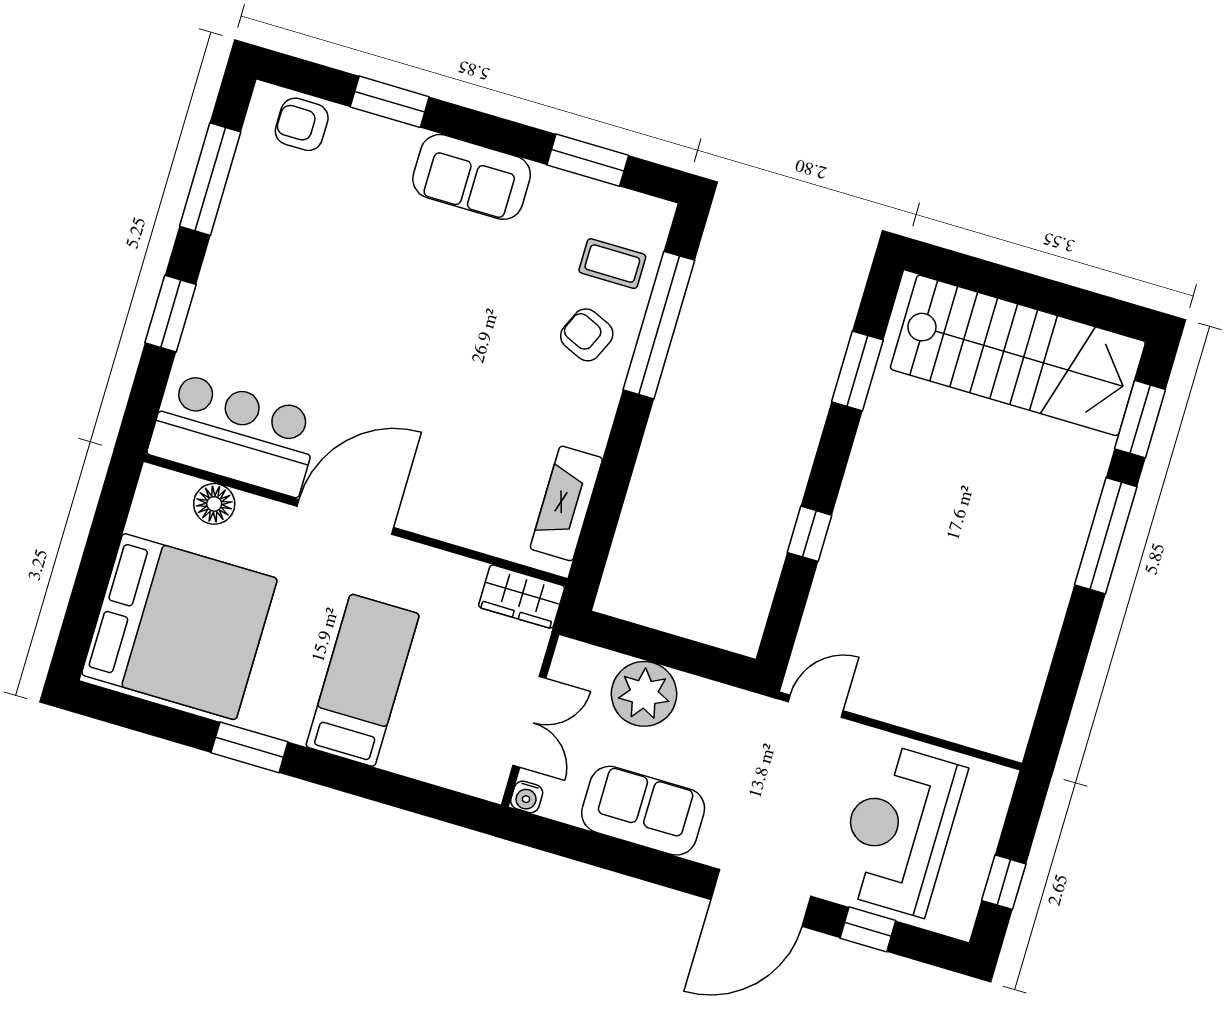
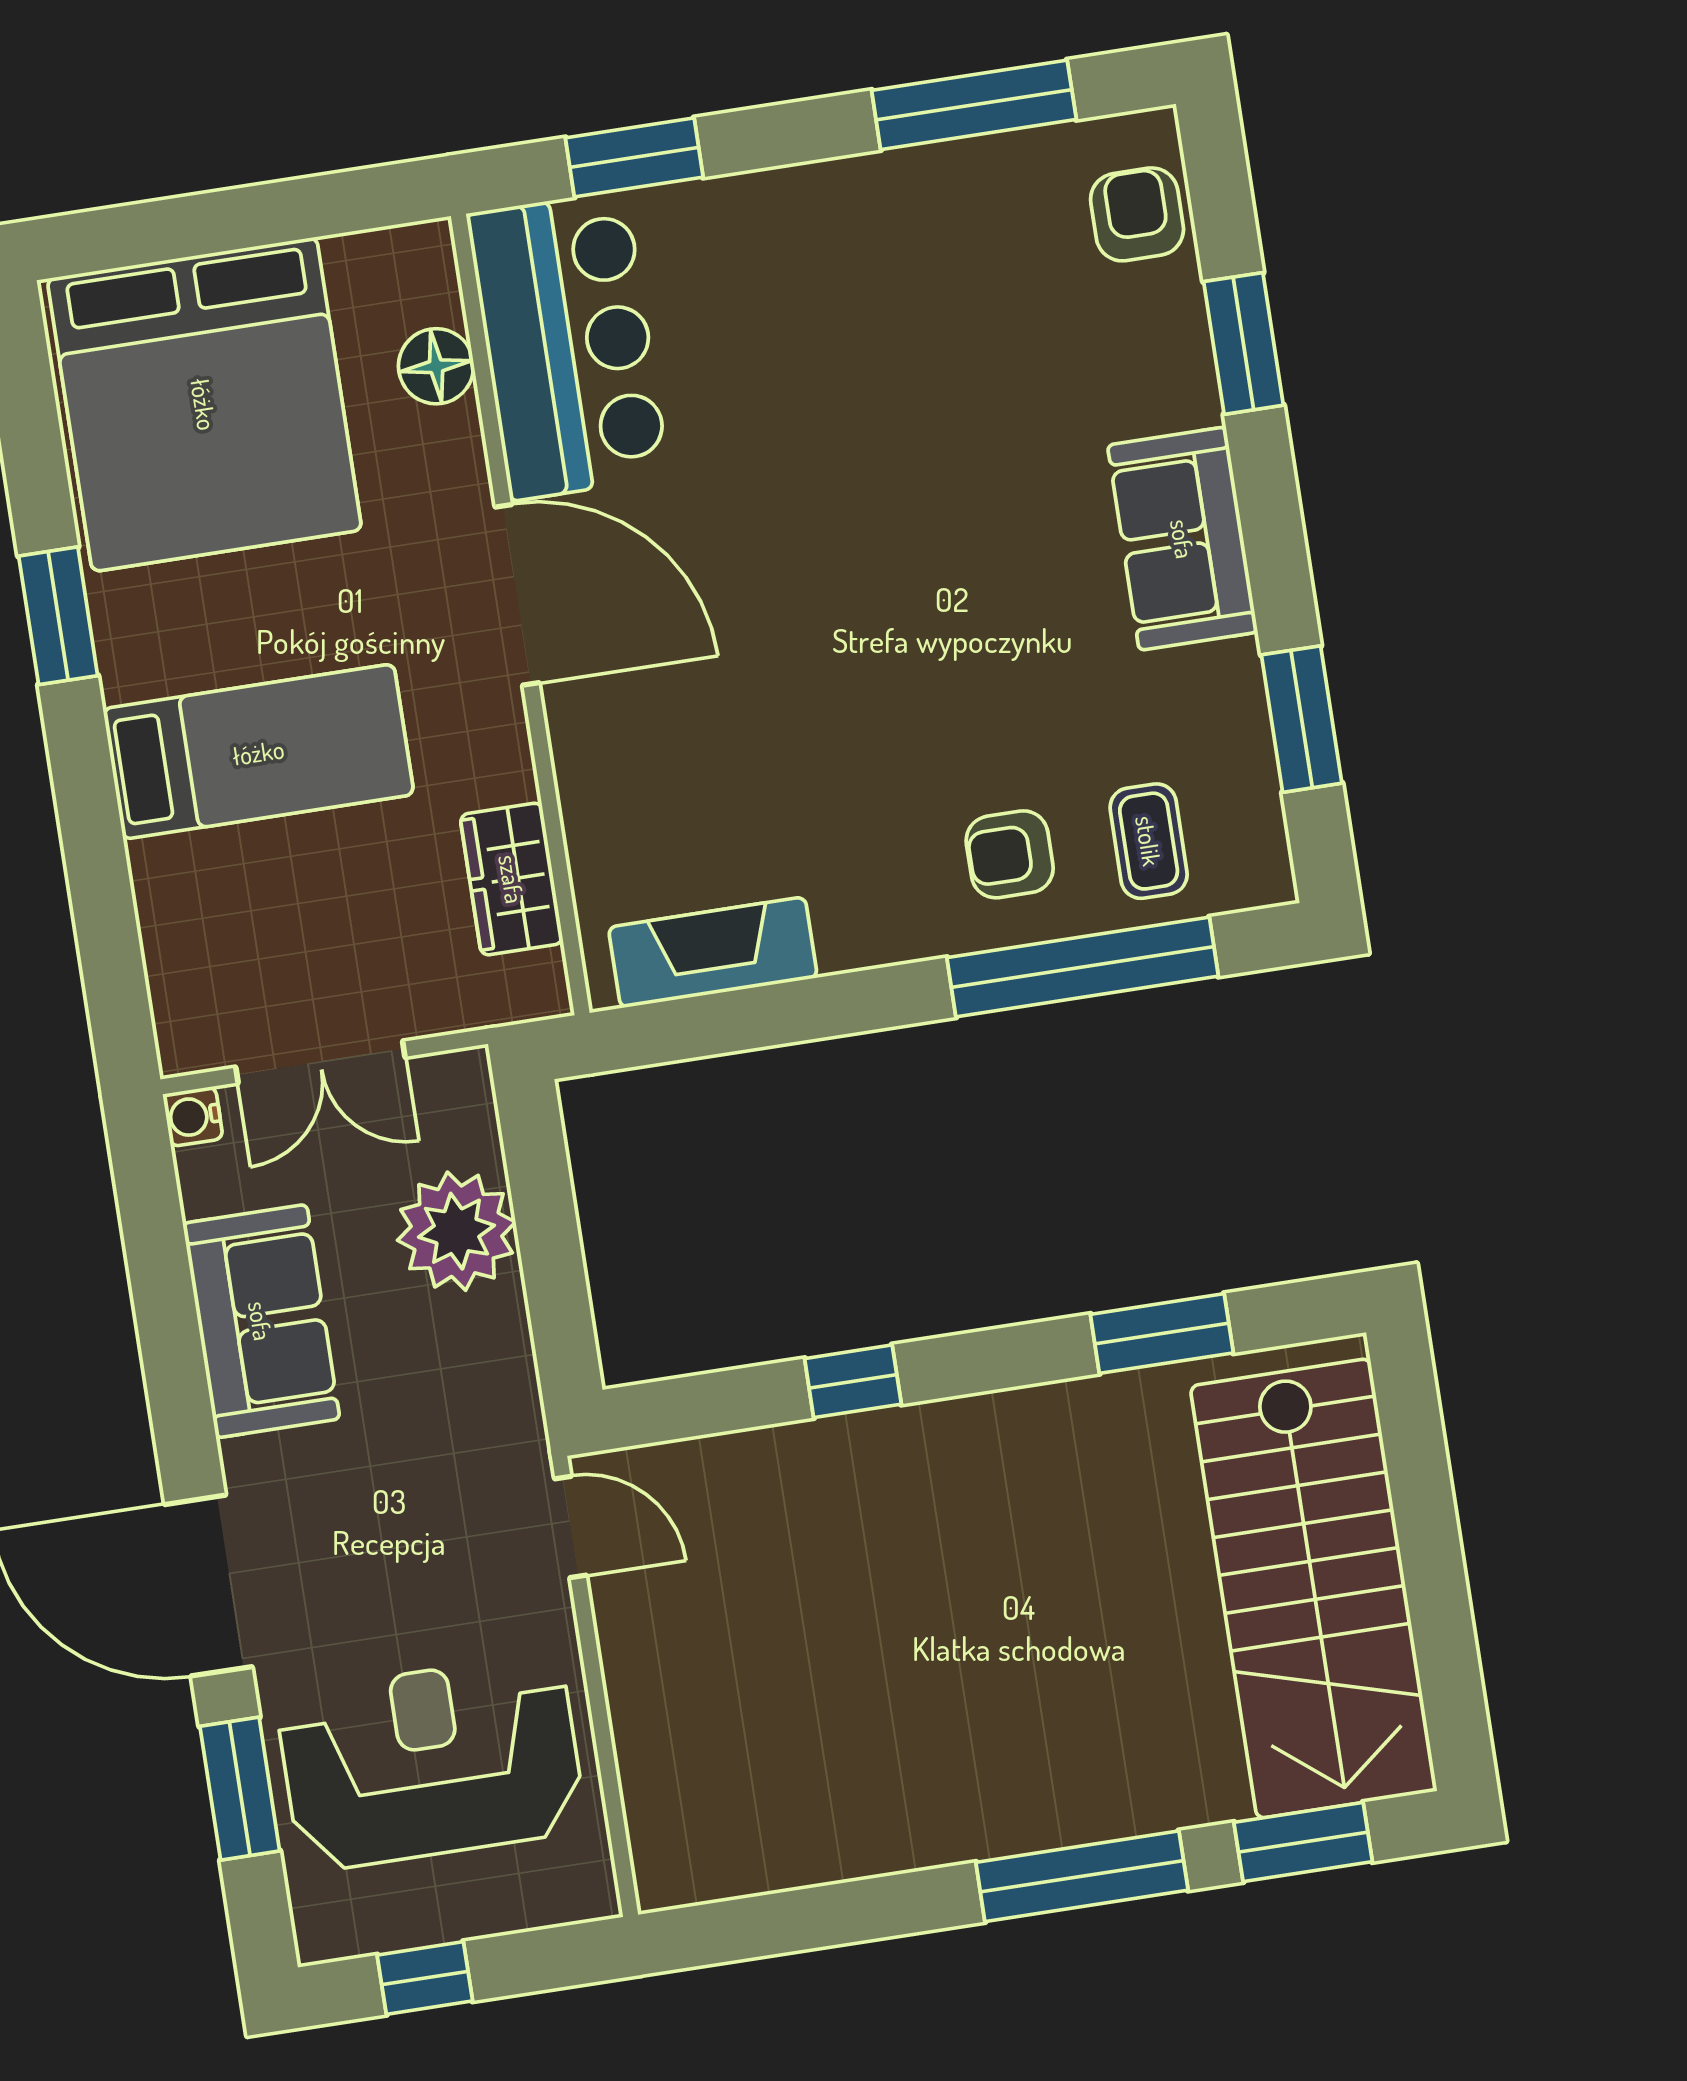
window: (171, 314) -> (634, 157), moved
armchair: (587, 335) -> (1010, 854), turned -114
wardrobe: (522, 597) -> (512, 879), moved
window: (868, 929) -> (240, 1789), width x1.50

